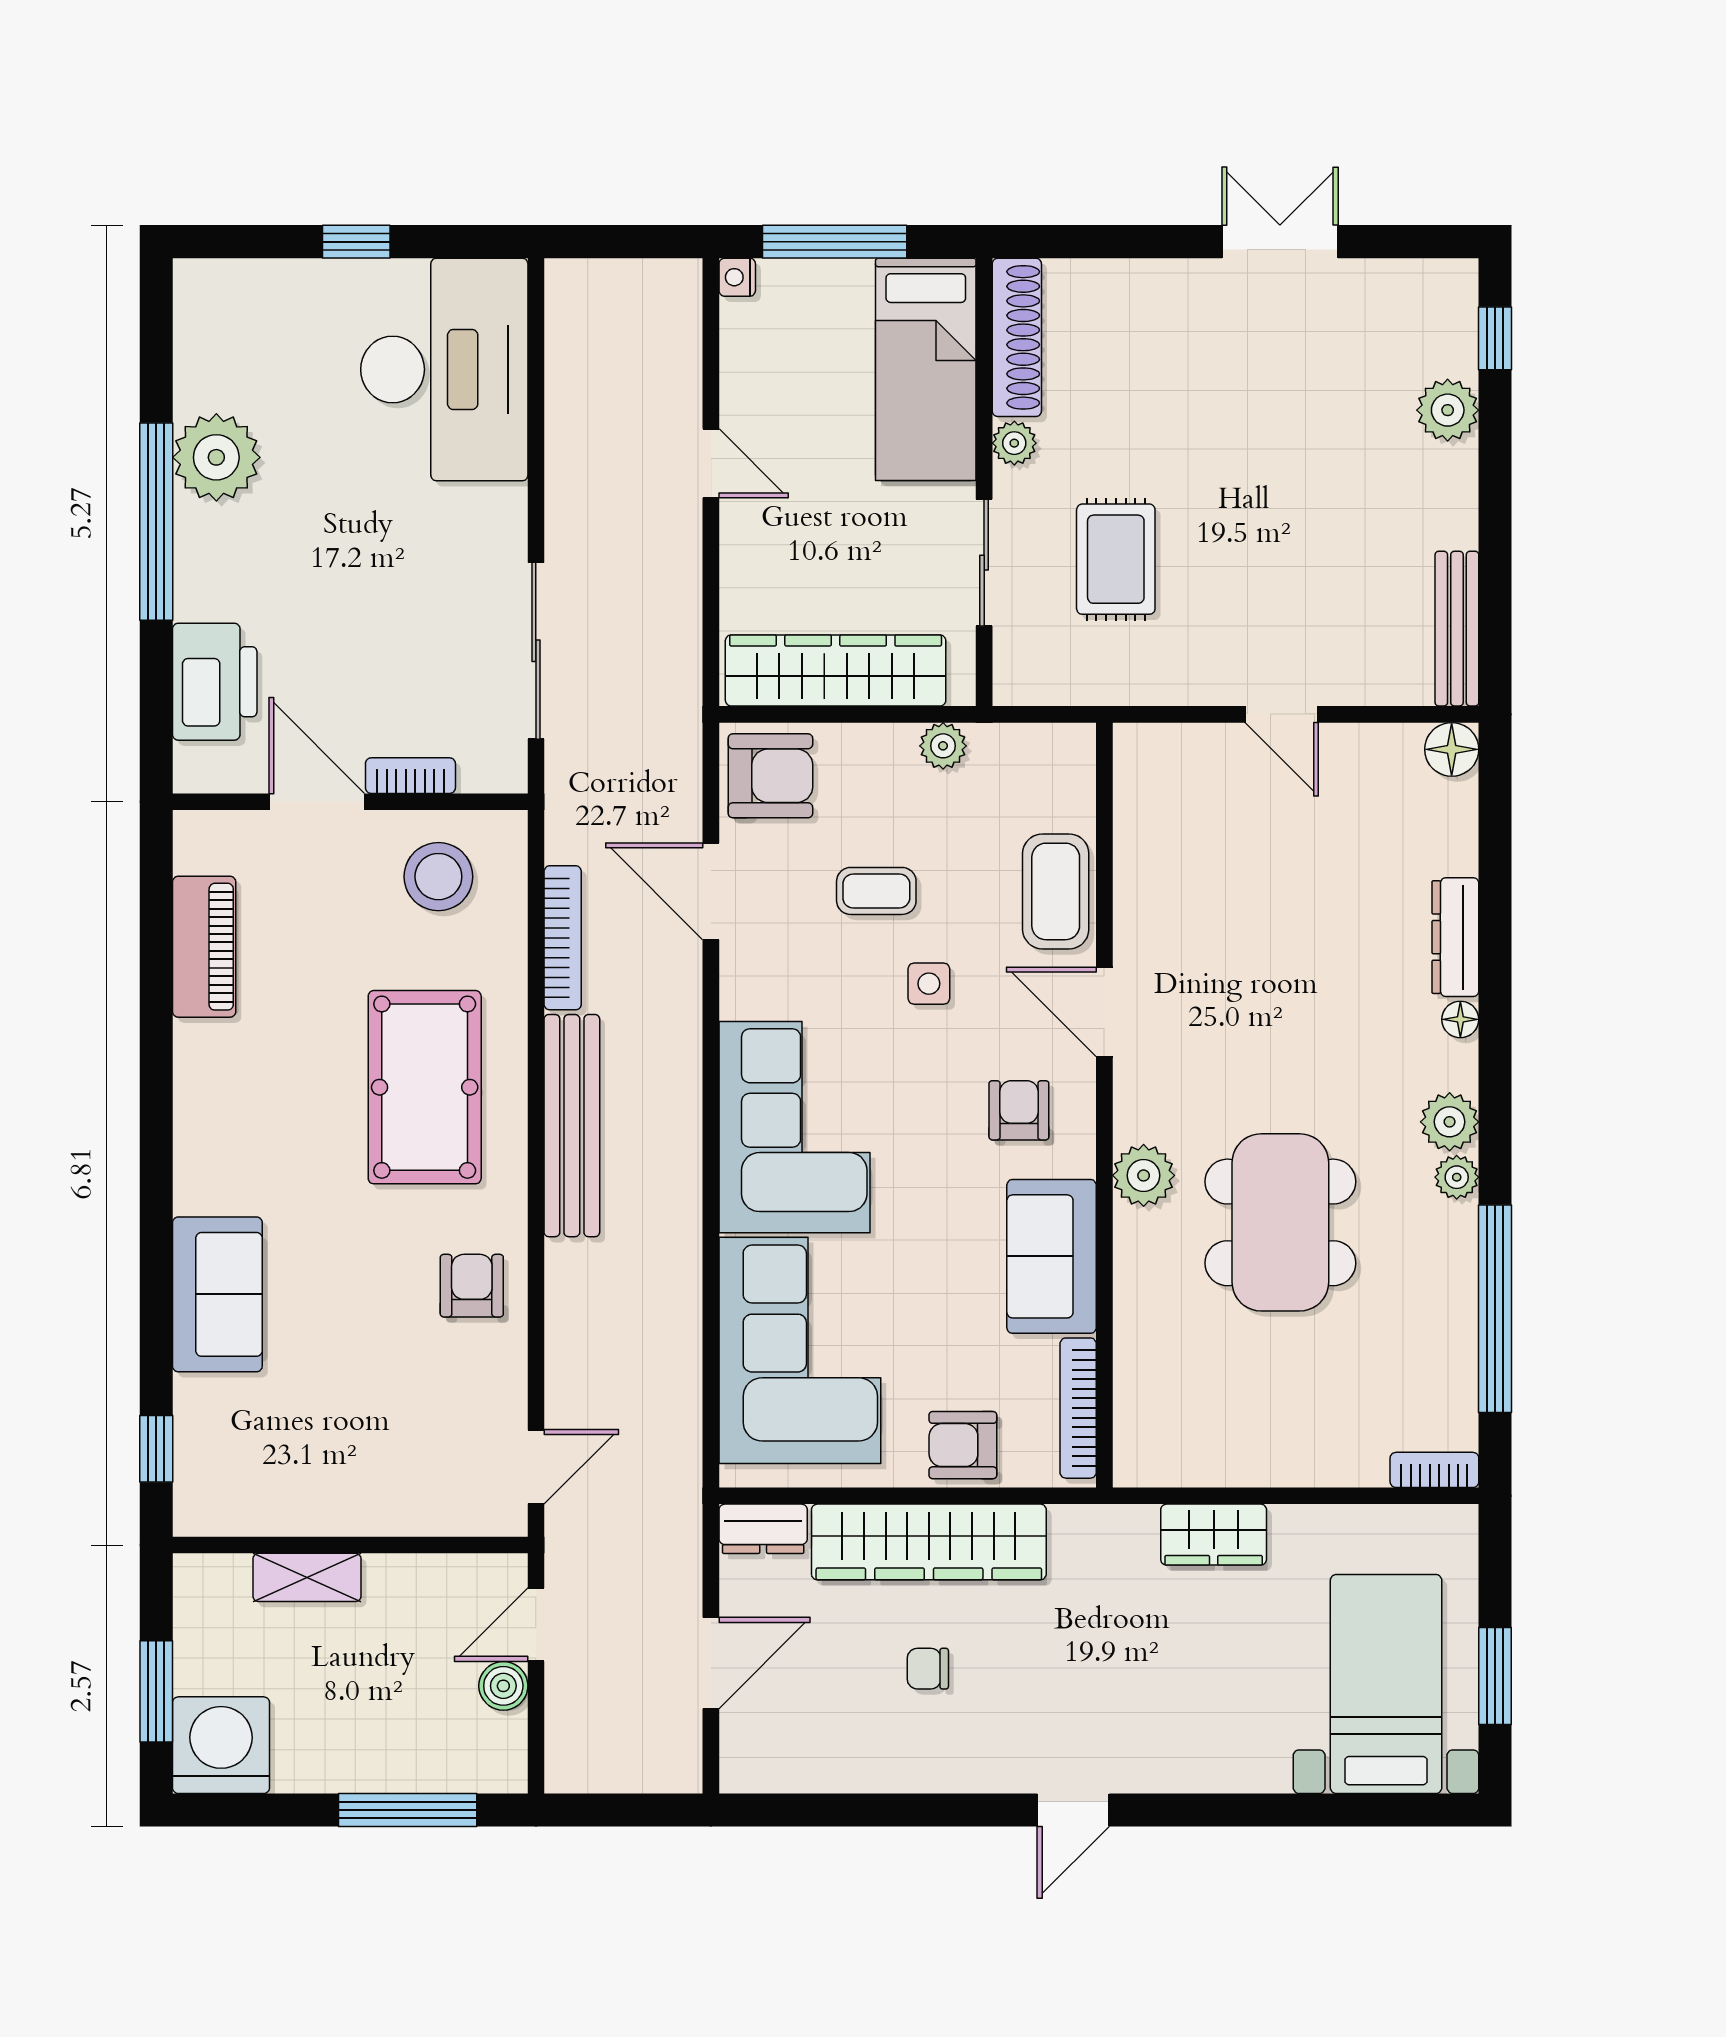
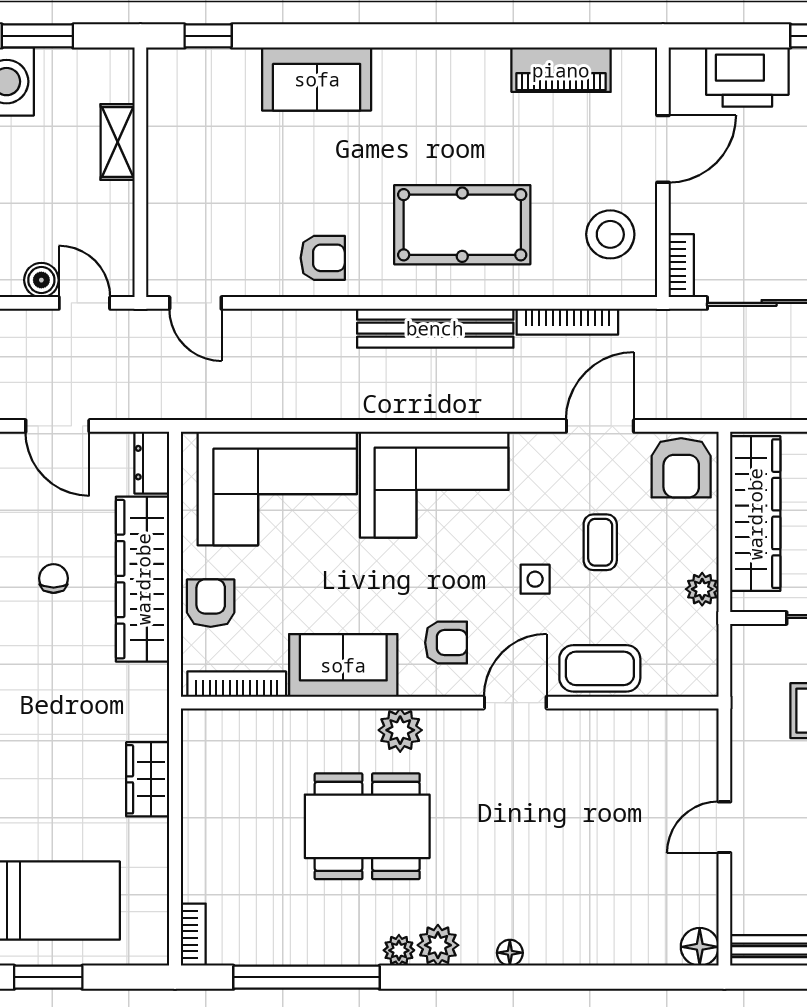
bookcase: (410, 776) -> (681, 266), moved
dresser: (1455, 937) -> (568, 949), removed

